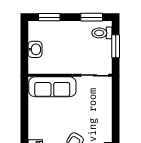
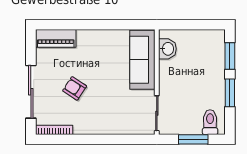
window: (92, 17) -> (230, 93), moved
washbasin: (35, 49) -> (167, 49), moved, turned -90

